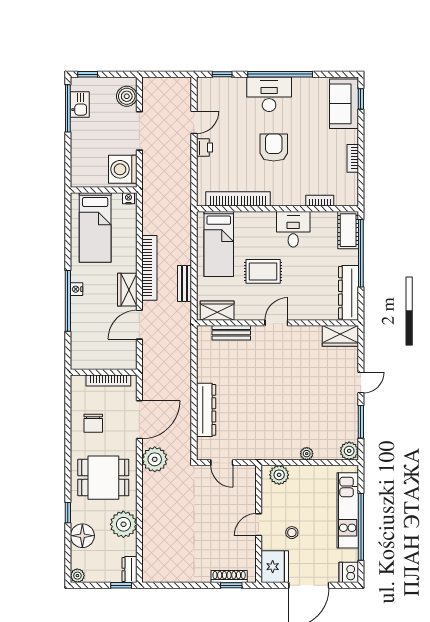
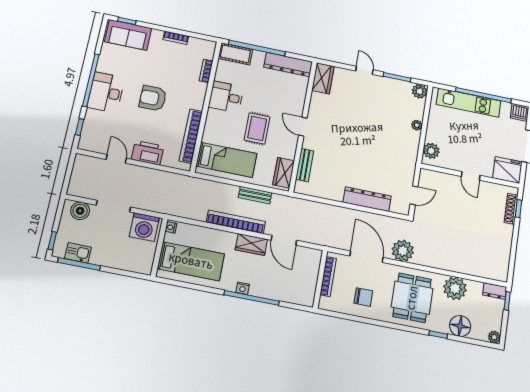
printer: (204, 148) -> (148, 153), width x1.87, depth x1.48
stool: (292, 533) -> (481, 150), removed

